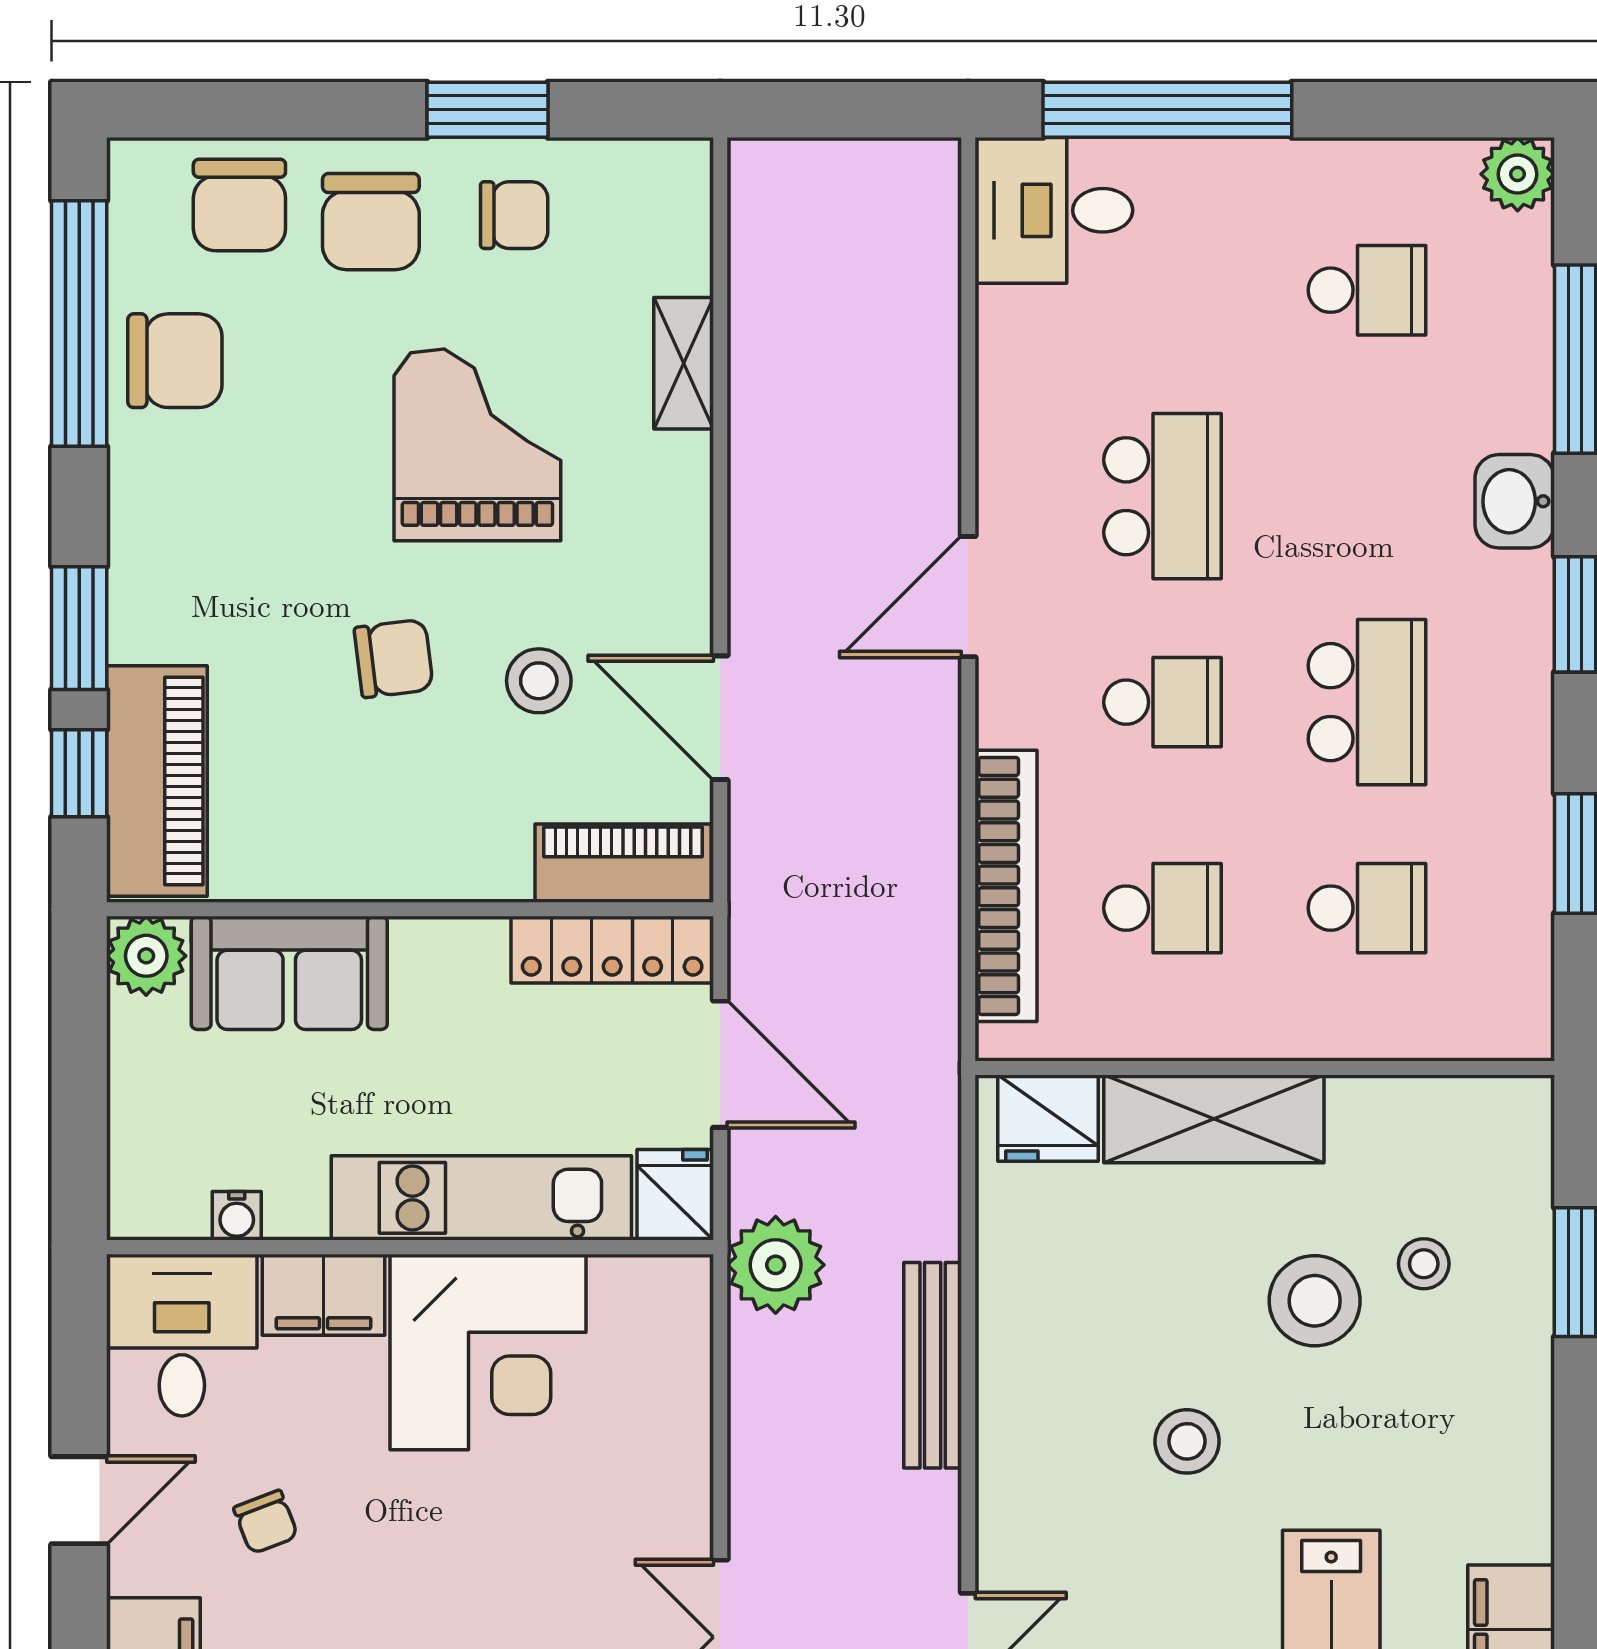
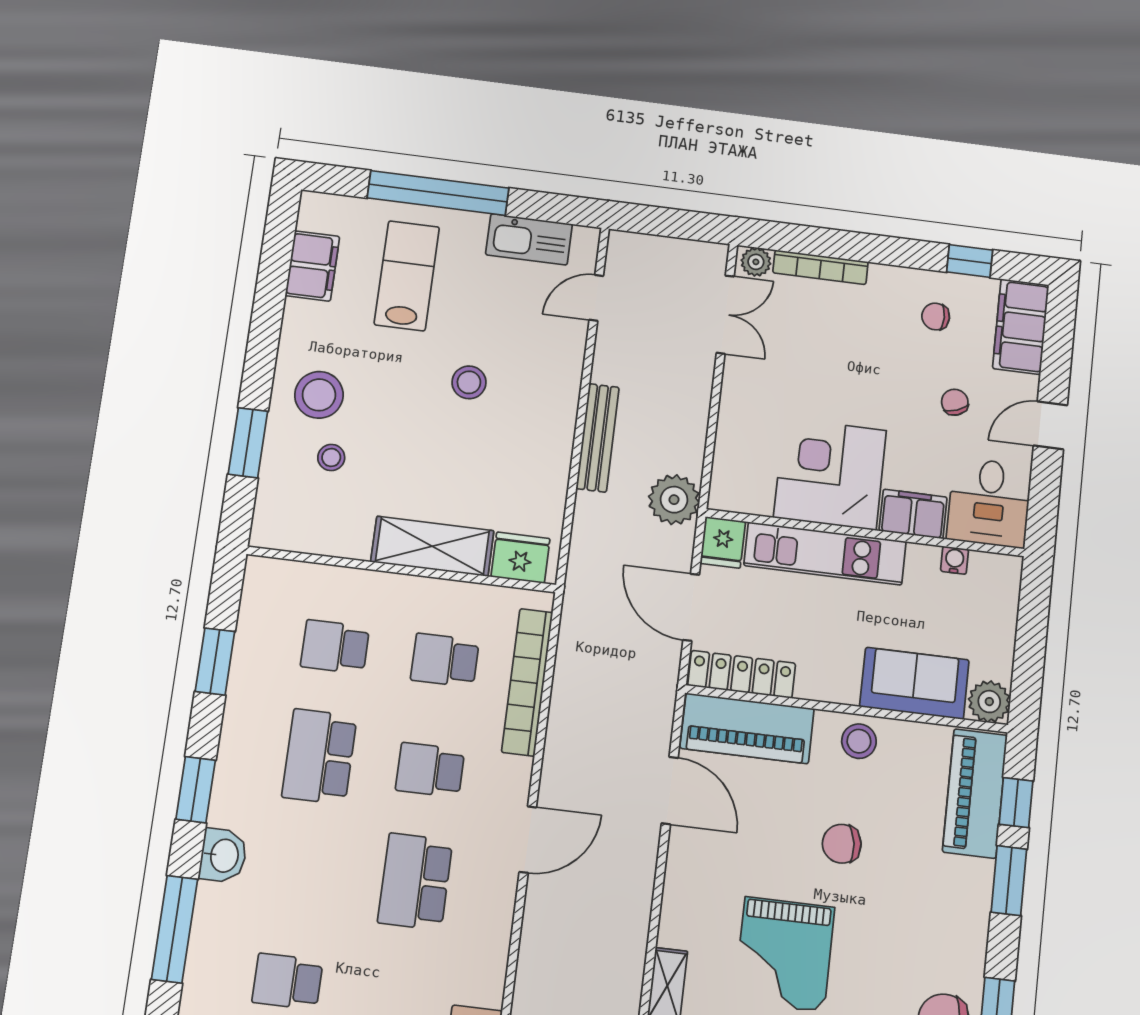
stool: (539, 681) -> (859, 741), moved
piano: (623, 863) -> (747, 728), width x1.37, depth x1.33
stool: (1315, 1301) -> (319, 395), moved

